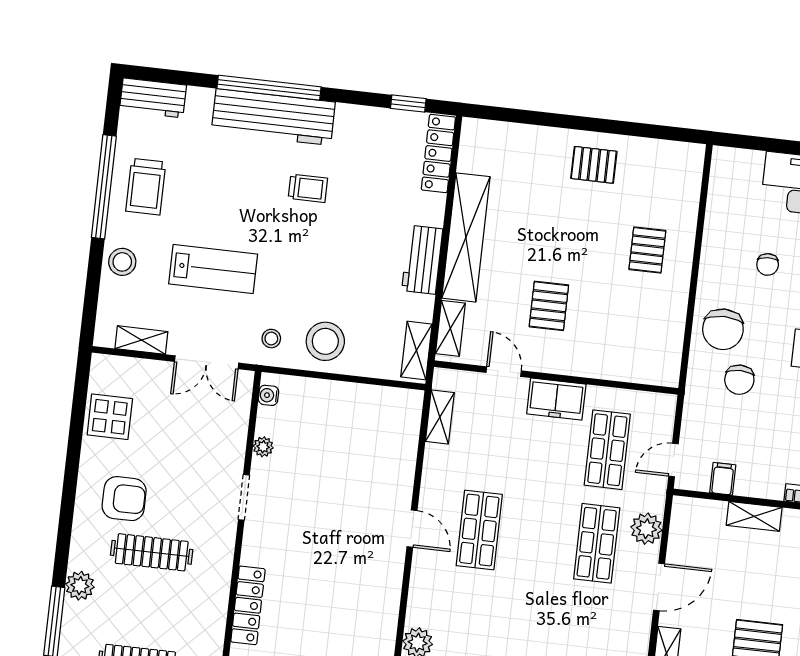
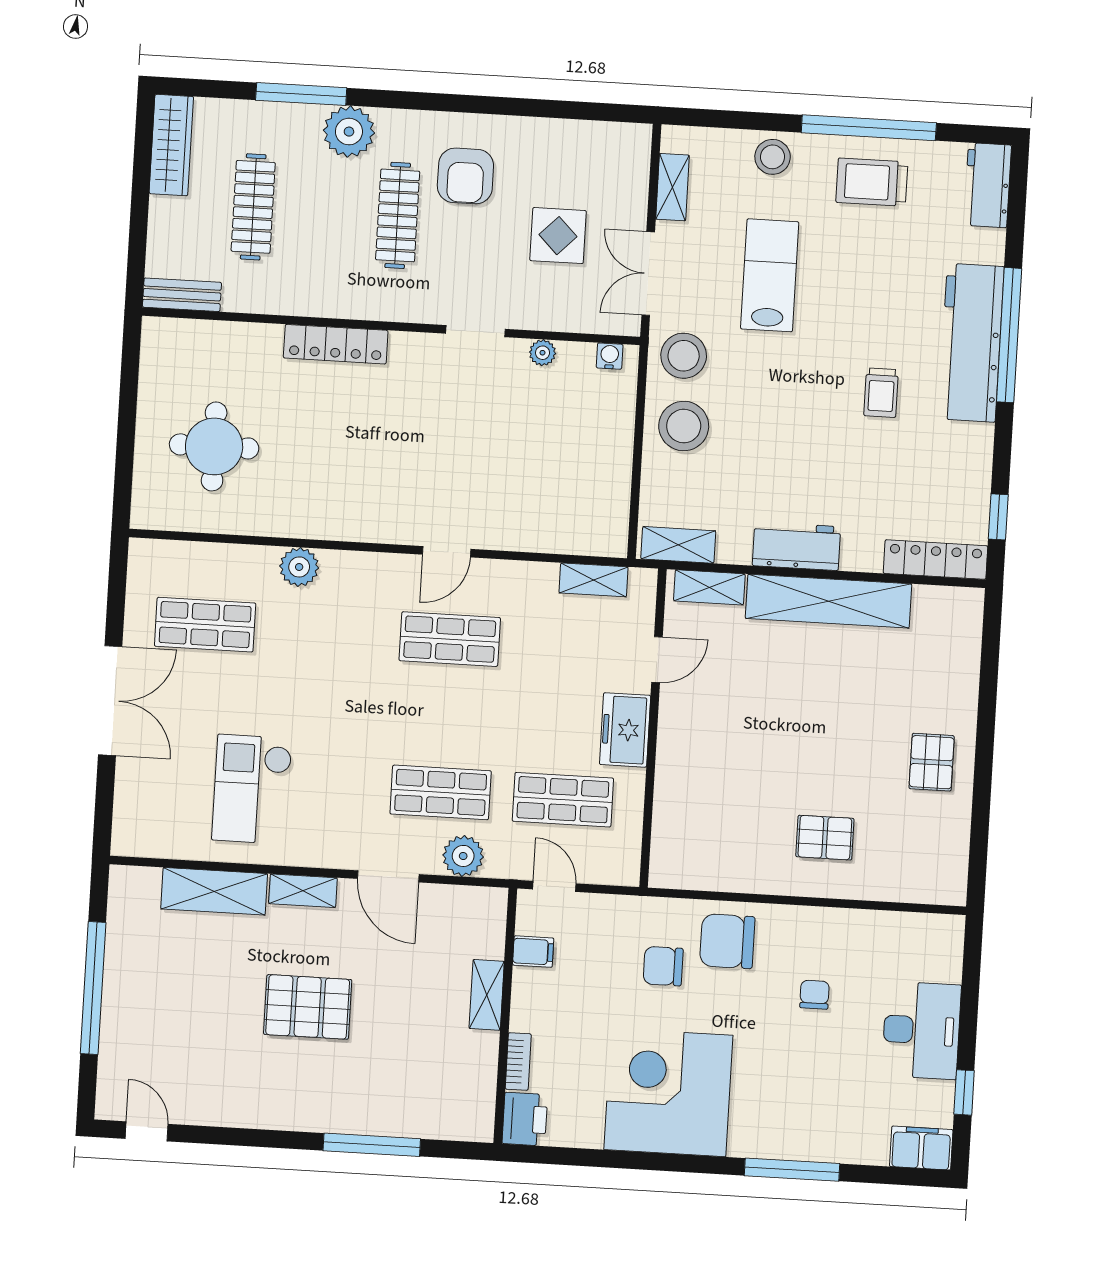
chair: (768, 264) -> (815, 995), turned 93
lab bench: (213, 269) -> (770, 275), turned 180
pallet: (549, 306) -> (745, 714), removed
stool: (271, 339) -> (684, 356), width x1.89, depth x1.89
display table: (110, 417) -> (558, 236), moved
plant: (80, 586) -> (349, 132), width x1.36, depth x1.36

